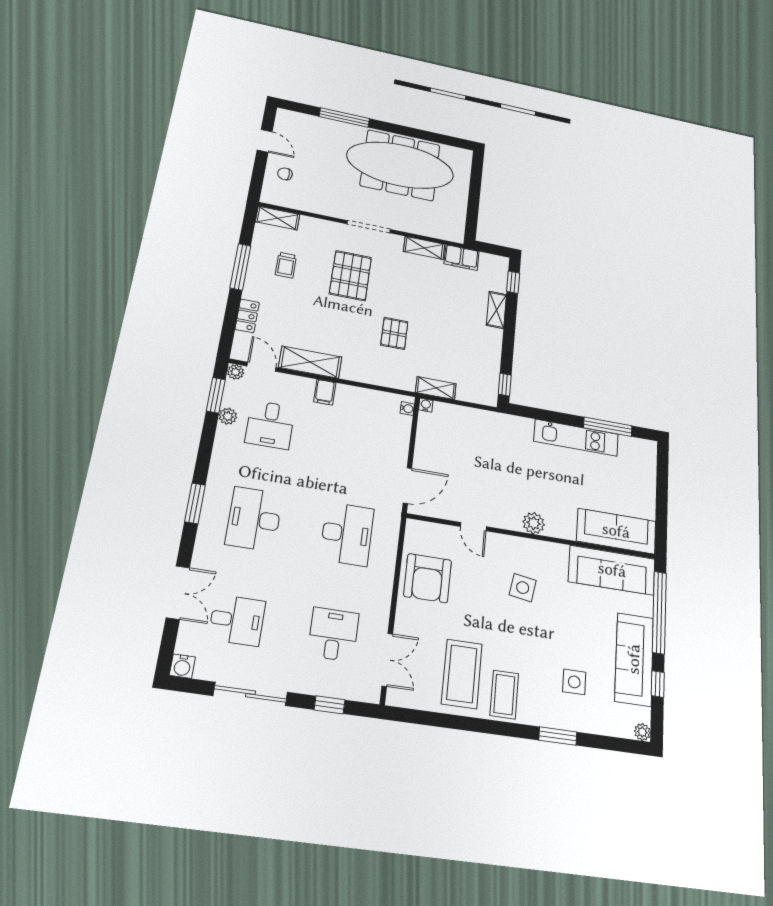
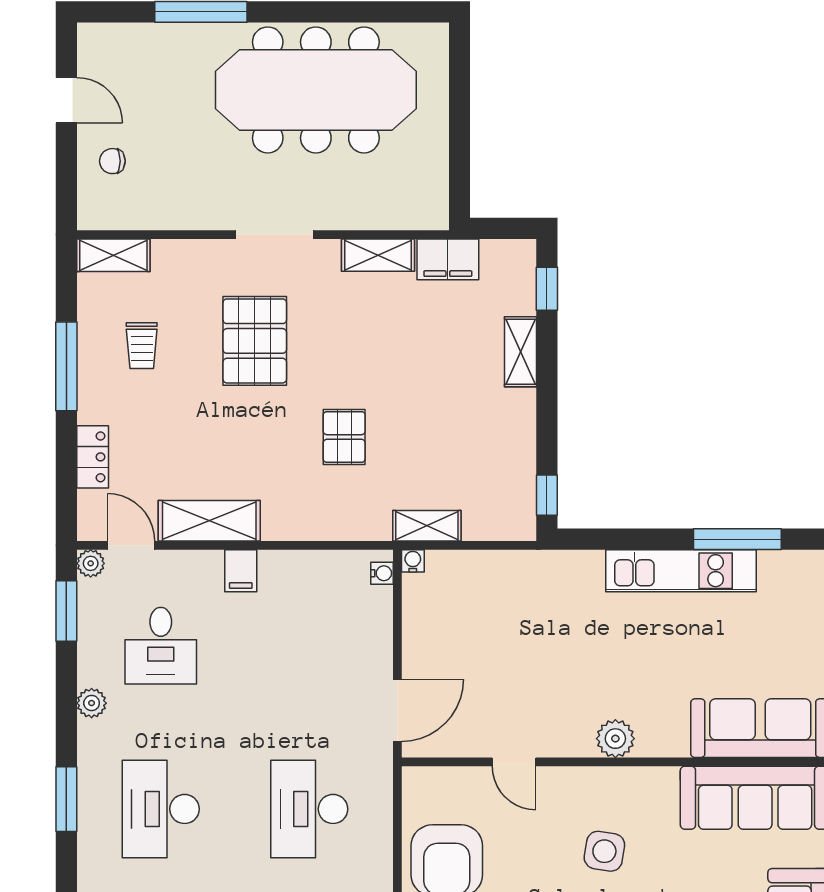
plant: (228, 416) -> (92, 703), moved
desk: (347, 534) -> (309, 809), turned 180

